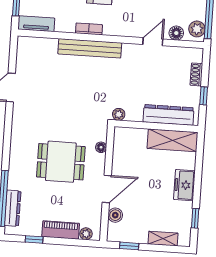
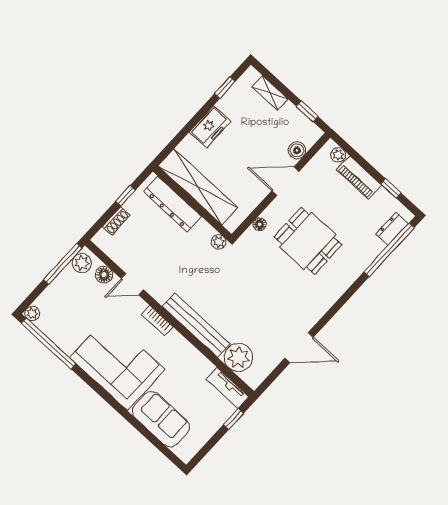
bookcase: (89, 29) -> (157, 321), moved
plant: (45, 49) -> (239, 358), added
shelving: (173, 140) -> (198, 187), width x1.47
dresser: (13, 208) -> (392, 229), width x0.70

